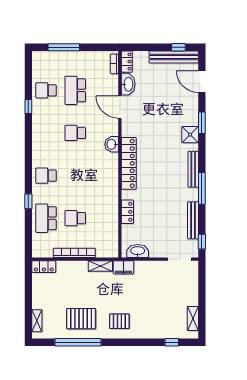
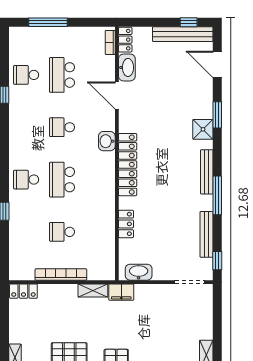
school desk: (46, 218) -> (62, 180), moved

